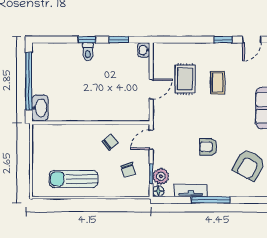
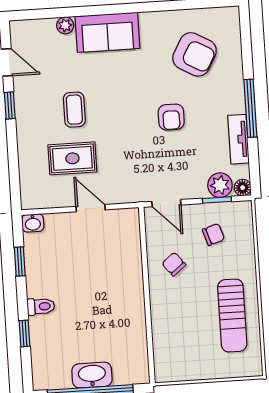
window: (87, 40) -> (24, 333), moved
coffee table: (218, 83) -> (74, 110), turned 90
washbasin: (40, 108) -> (92, 375), moved

